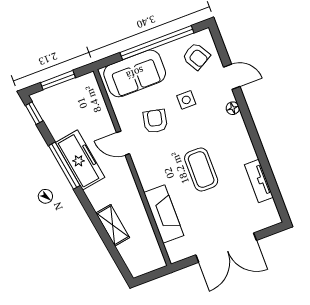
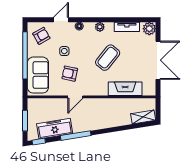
plant: (243, 140) -> (100, 27), added
freezer: (80, 160) -> (55, 129), moved
coffee table: (201, 169) -> (108, 58), turned -51
plant: (269, 216) -> (149, 29), added
shelving: (113, 225) -> (143, 117), moved

